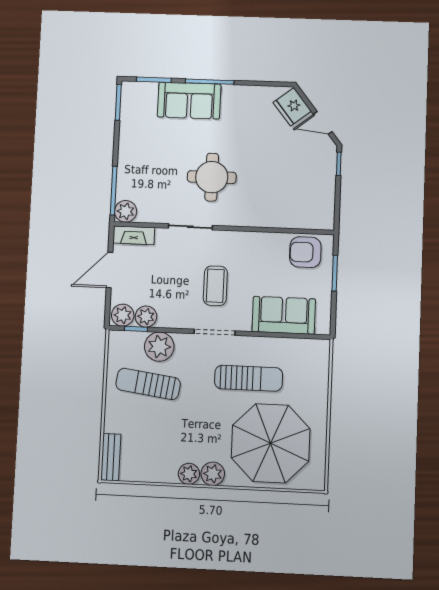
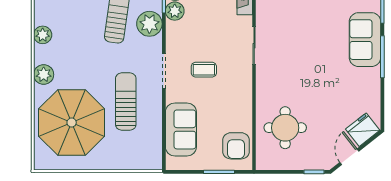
round table: (212, 177) -> (285, 128), moved
armchair: (305, 252) -> (236, 146), turned 180
coffee table: (215, 286) -> (204, 70), width x0.73, depth x0.77
sun lounger: (249, 378) -> (126, 102), turned 180
plant: (189, 474) -> (43, 35), moved

